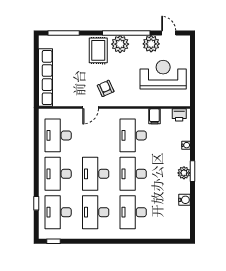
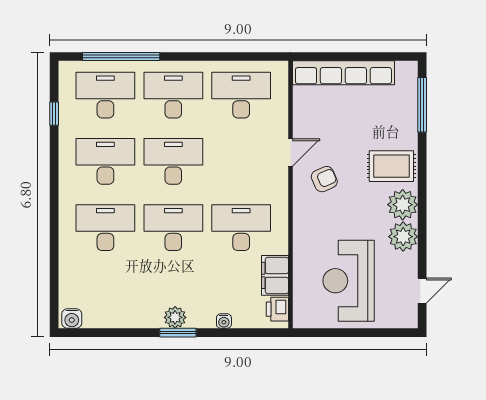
window: (126, 33) -> (422, 216), removed
plant: (151, 44) -> (403, 237), moved
reception desk: (163, 75) -> (349, 281), turned 180
door: (91, 108) -> (290, 152), swing flipped
filing cabinet: (154, 116) -> (275, 275), width x2.00
water cooler: (184, 200) -> (72, 318), moved
window: (36, 203) -> (121, 57), width x3.17
window: (53, 241) -> (54, 114), moved

